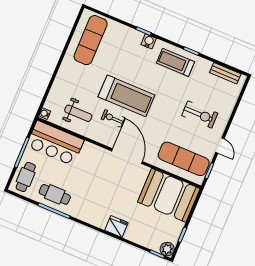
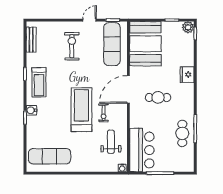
cafe table: (26, 177) -> (158, 97), moved

